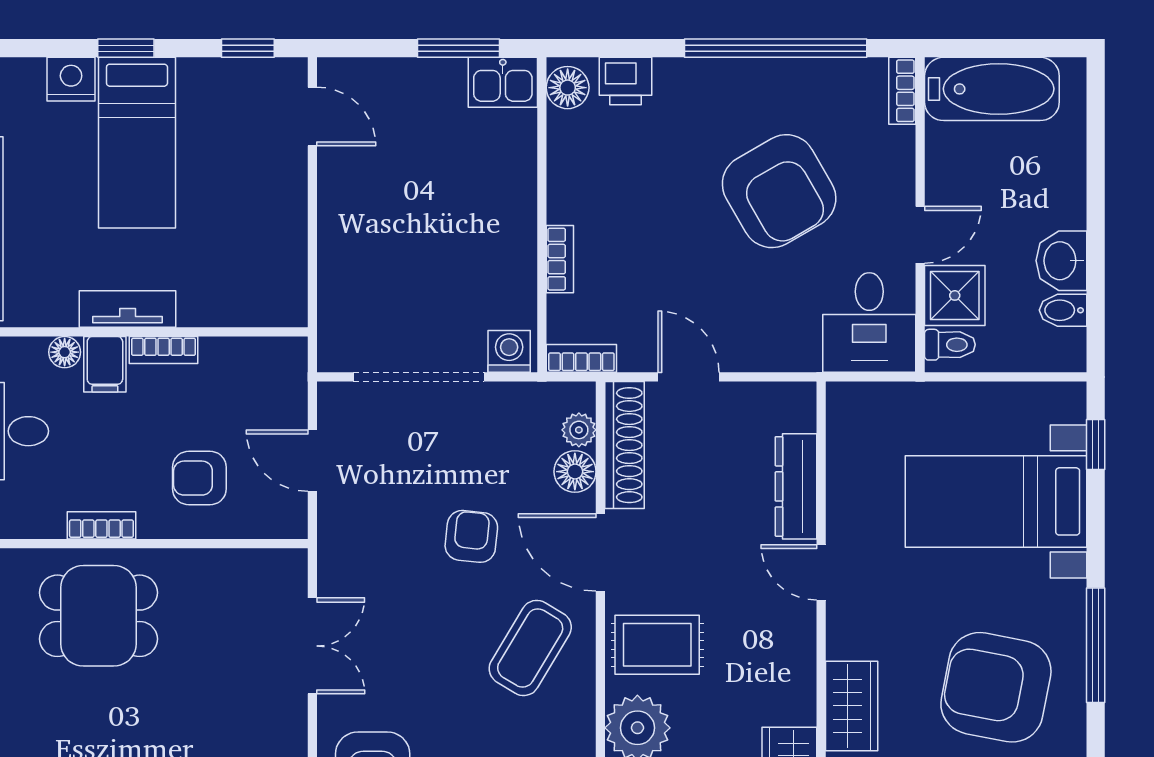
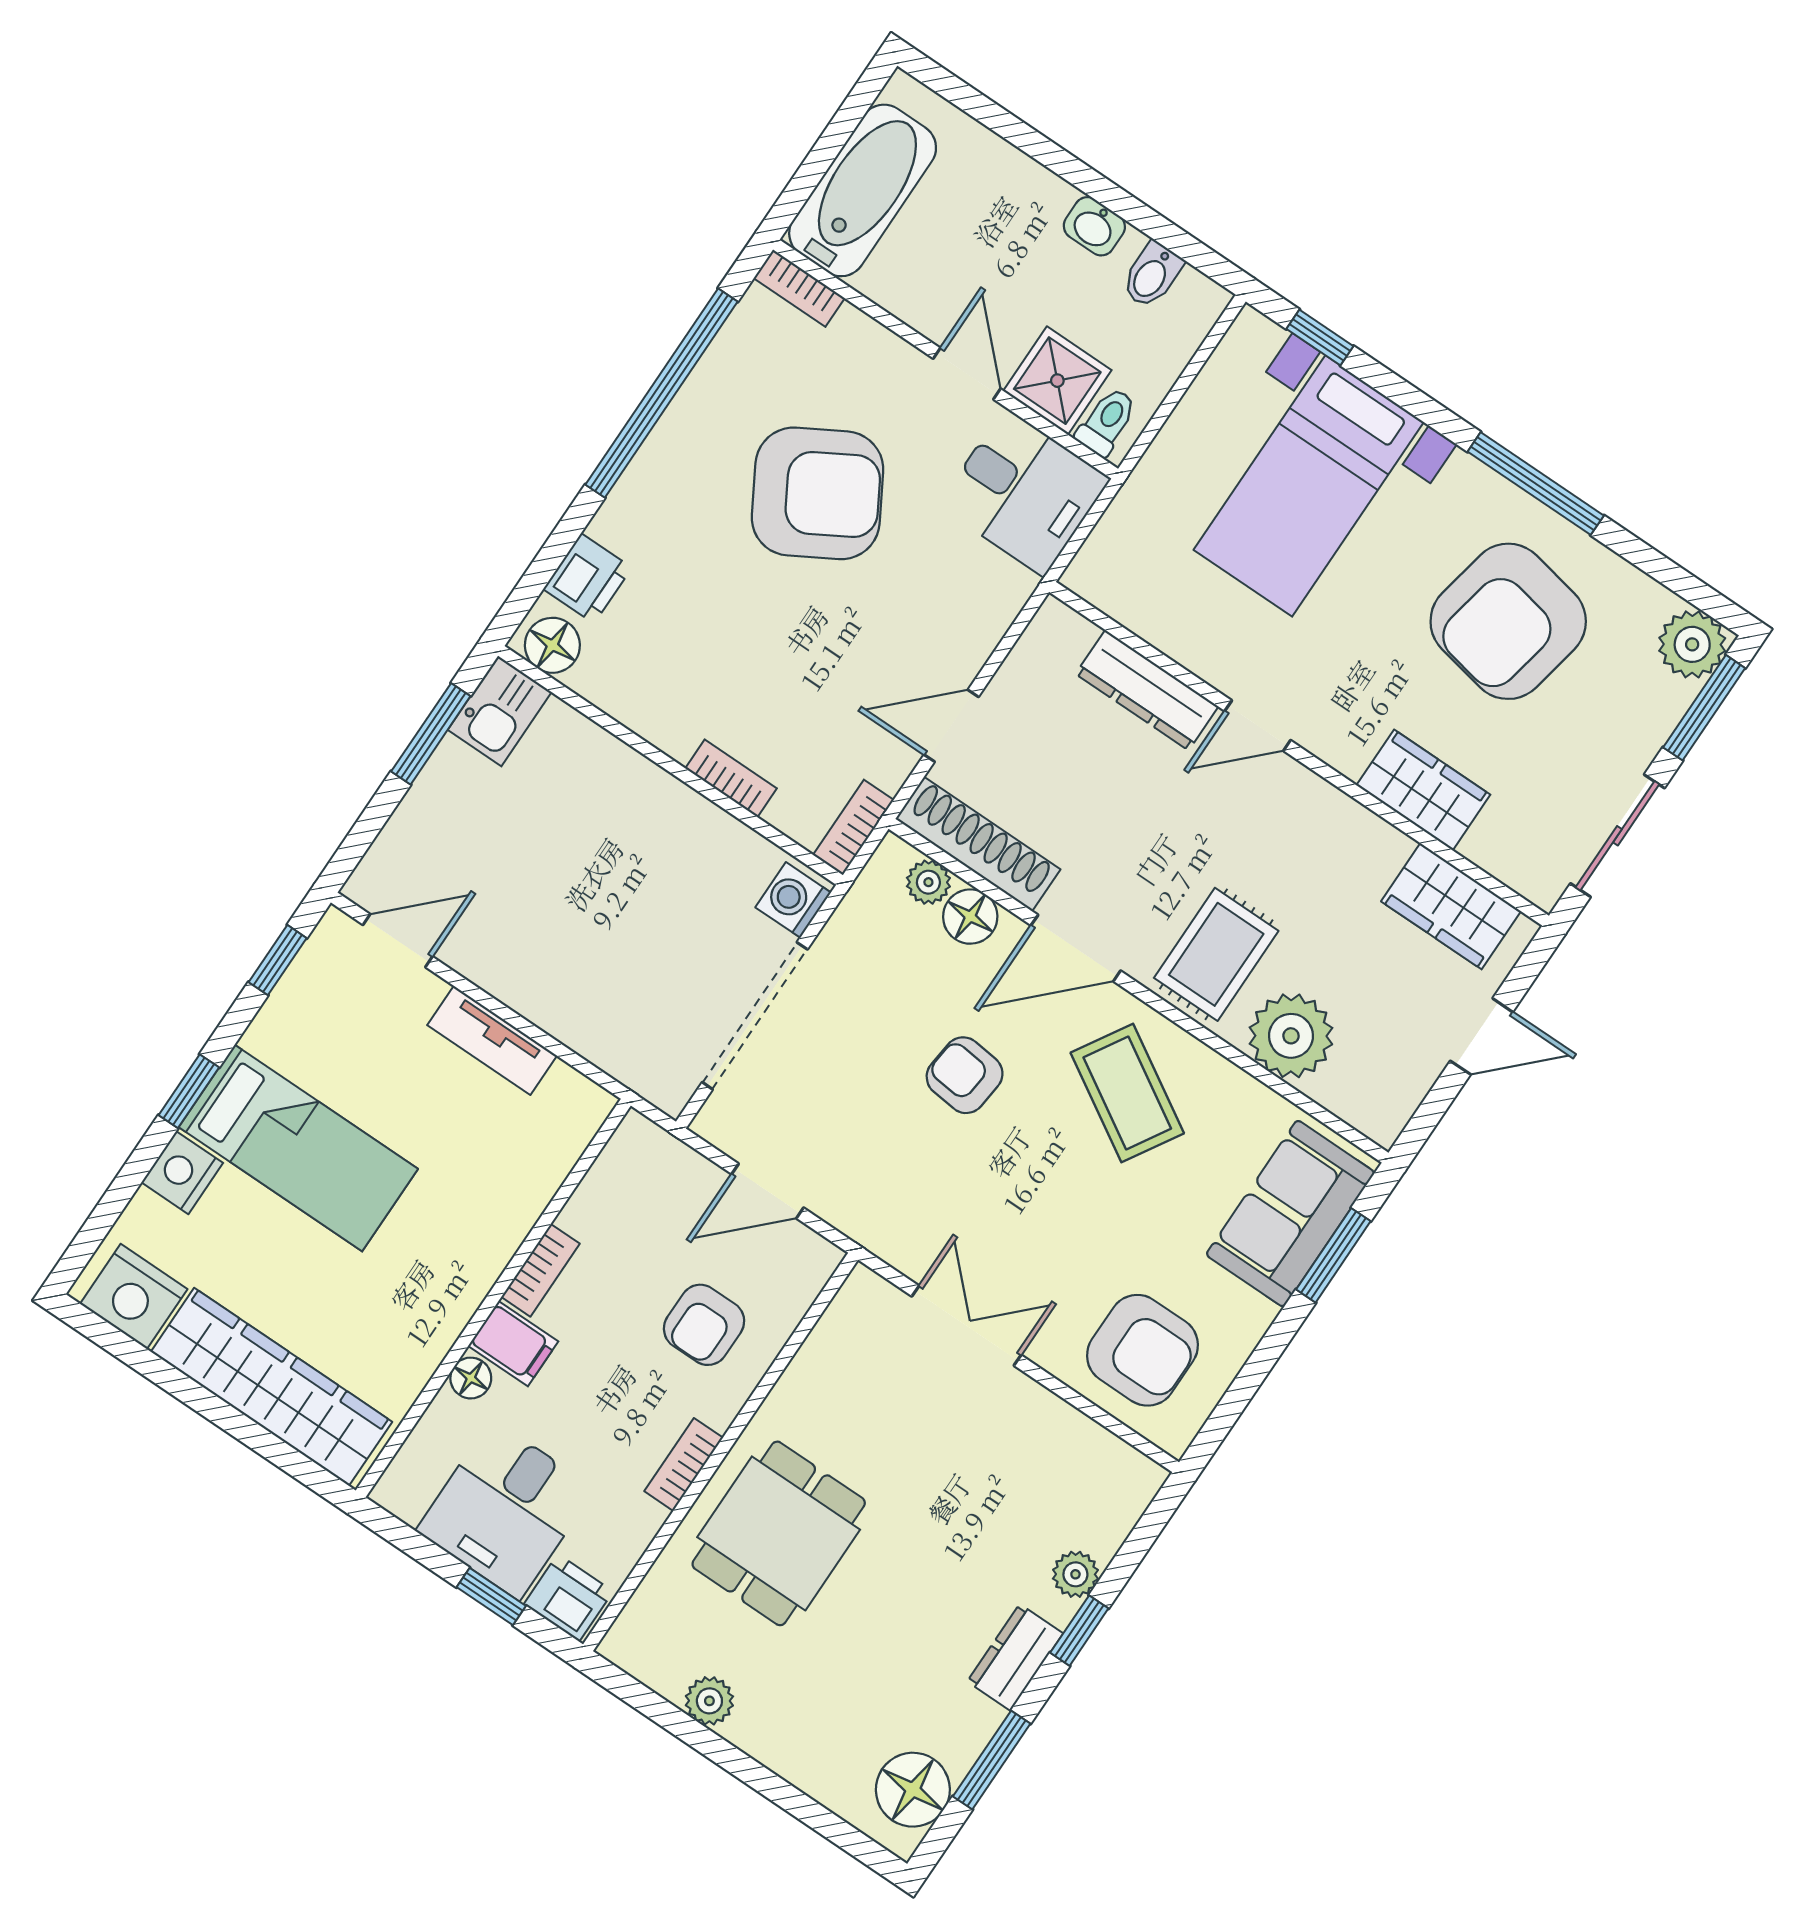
washbasin: (1061, 261) -> (1094, 226), width x0.72, depth x0.69
tv unit: (128, 309) -> (492, 1040), moved, turned -90

